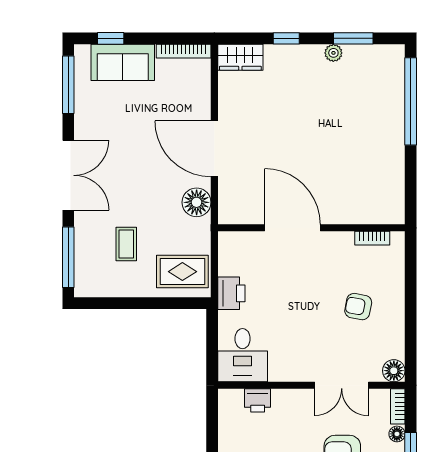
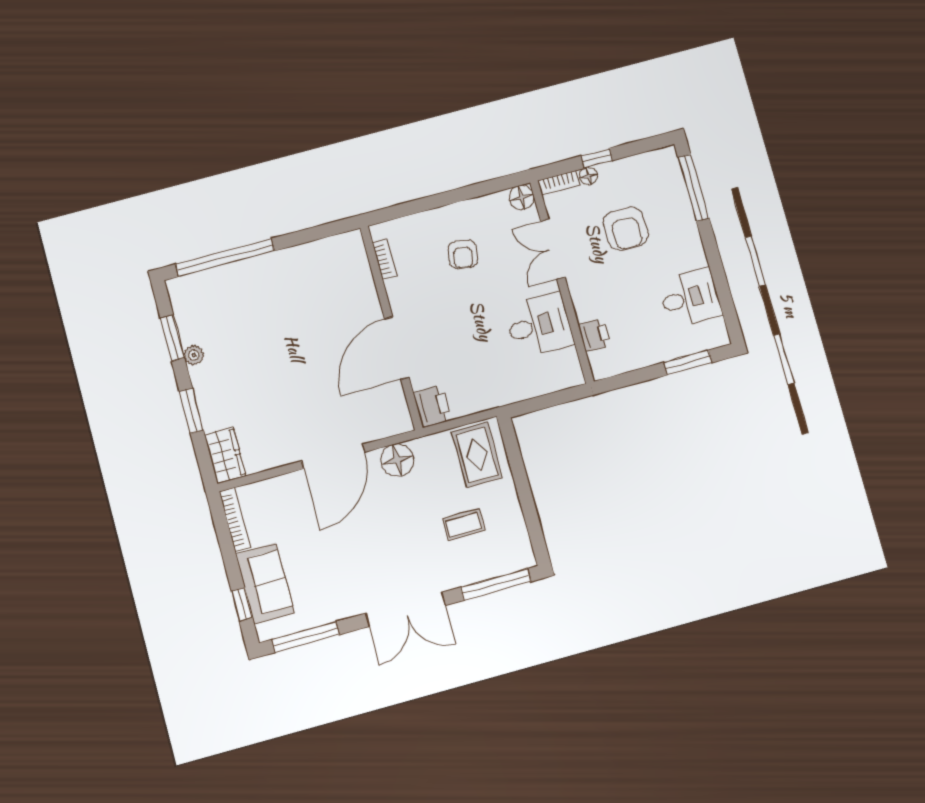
window: (286, 38) -> (191, 411), width x1.50
double door: (68, 175) -> (406, 609), swing flipped
printer: (231, 293) -> (432, 406), moved, turned 90
desk: (243, 355) -> (539, 325), moved
double door: (342, 385) -> (553, 249), swing flipped

